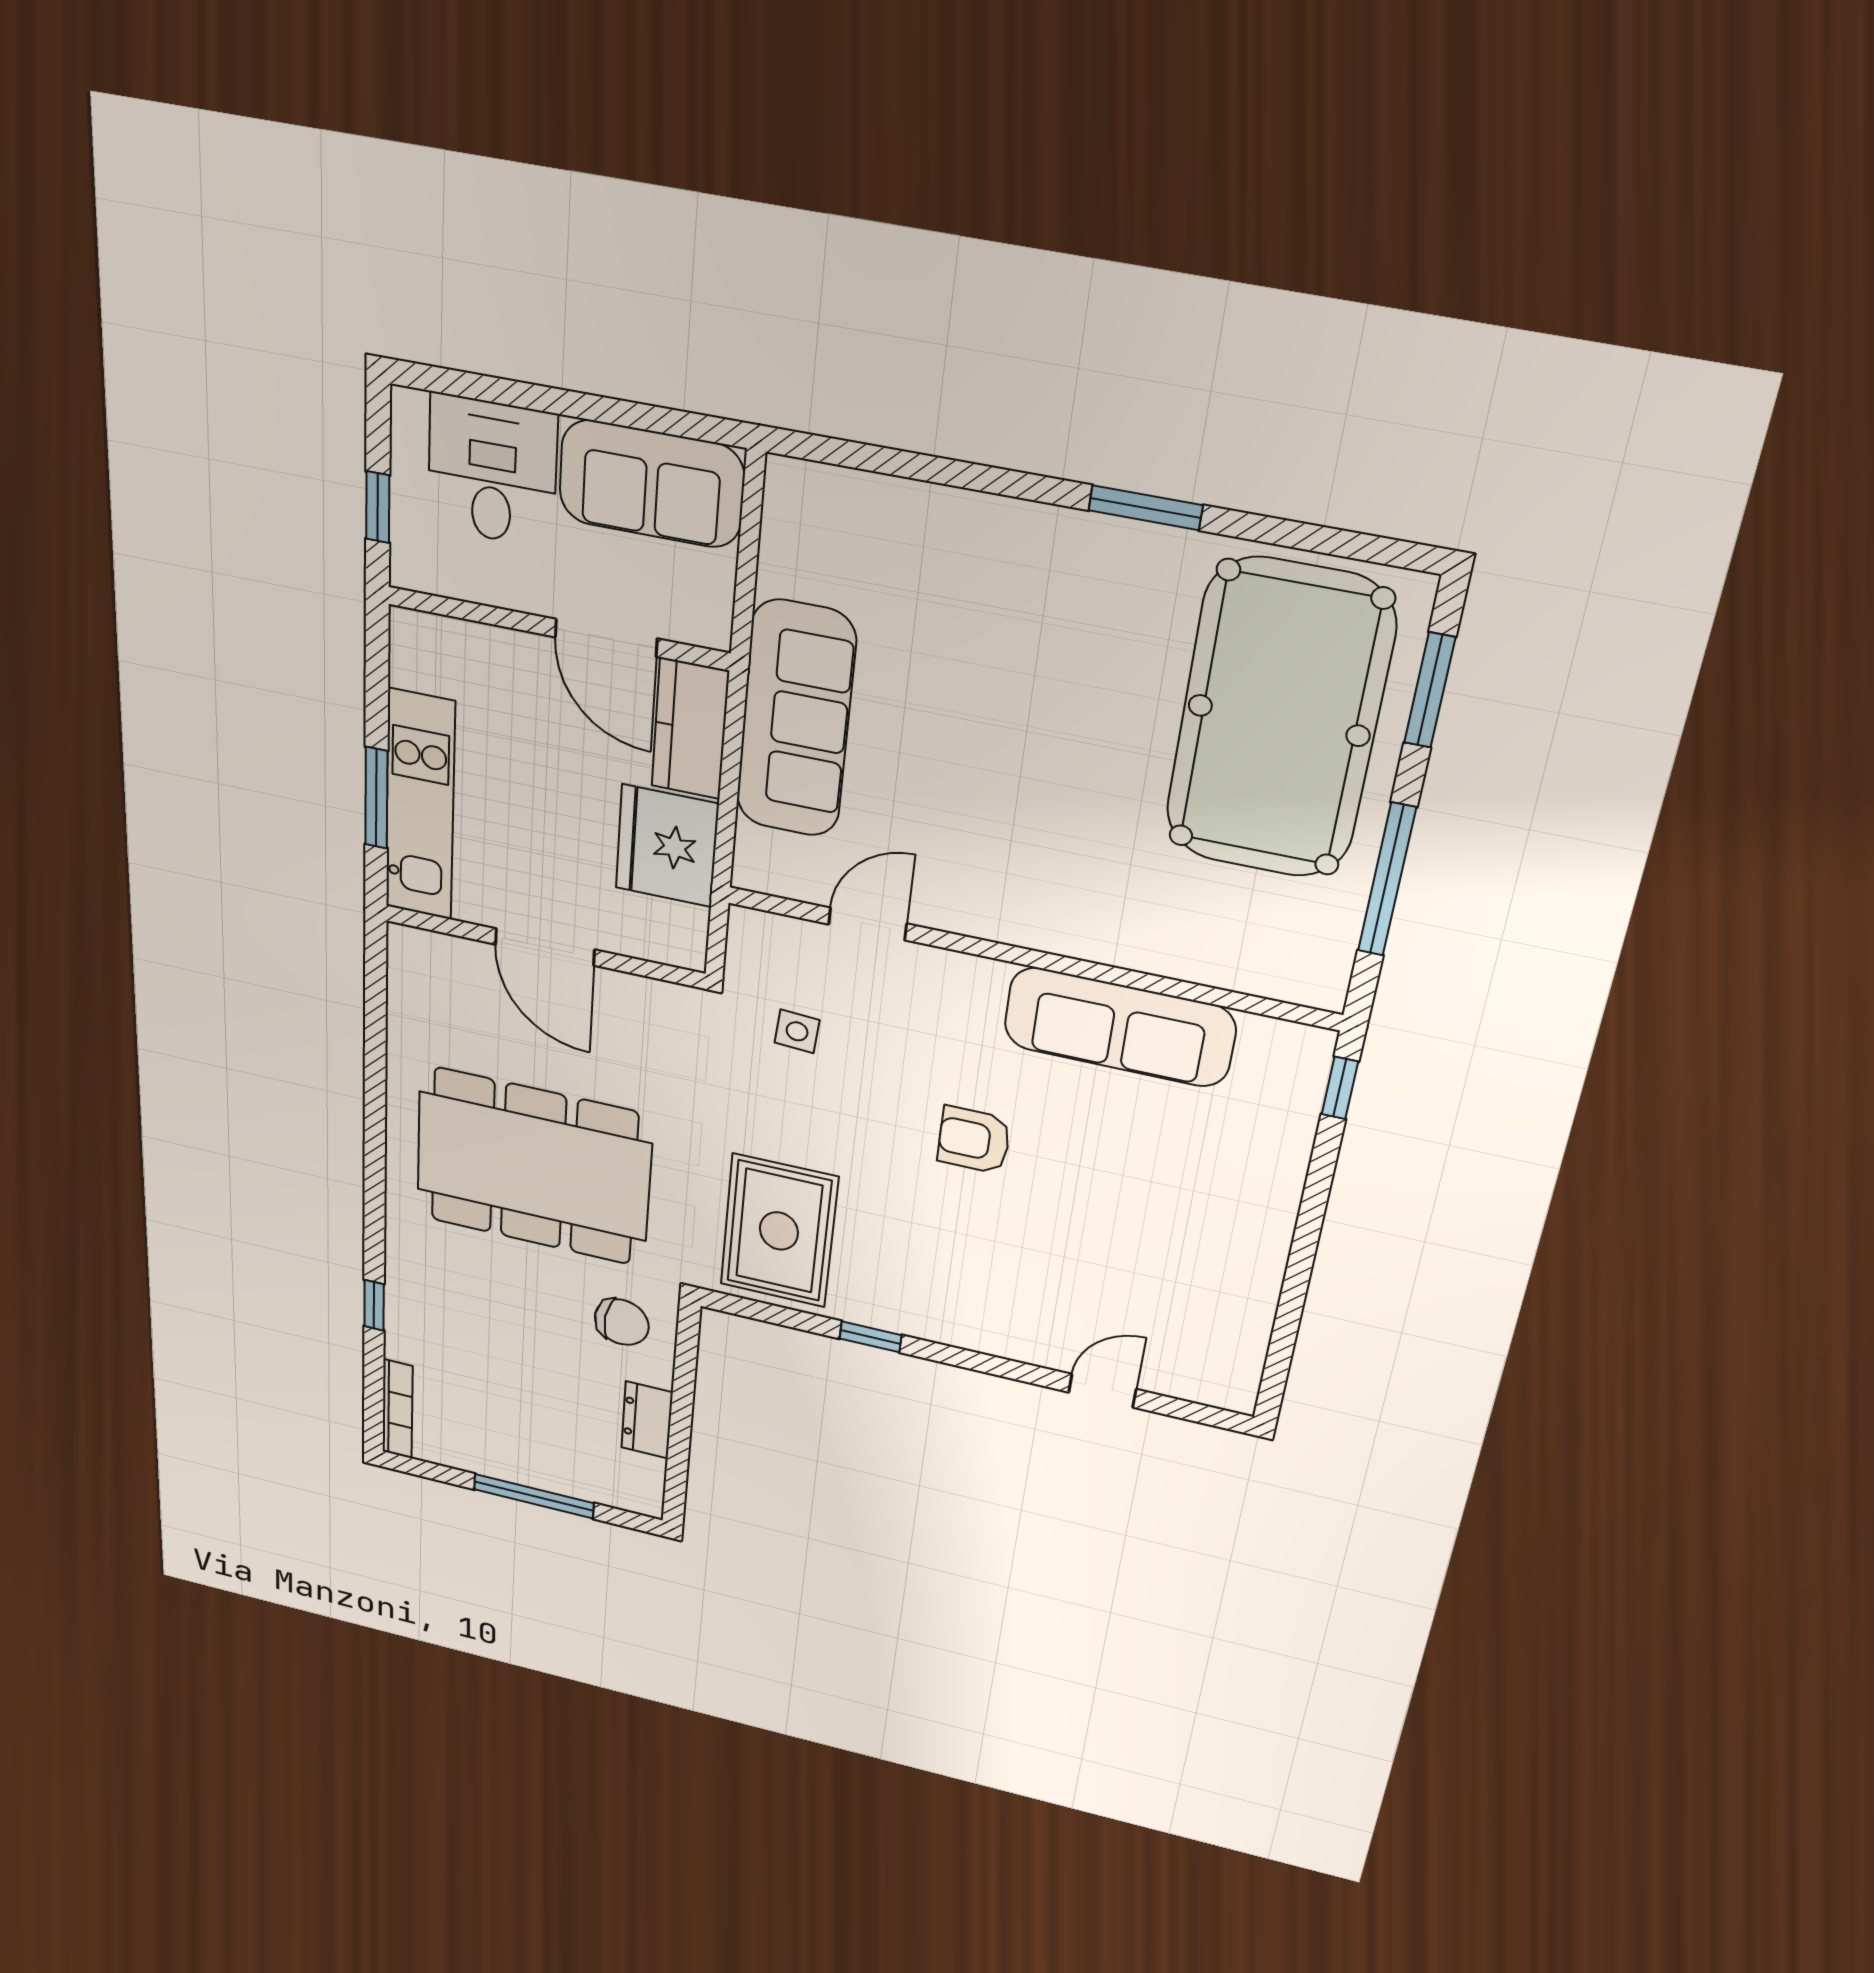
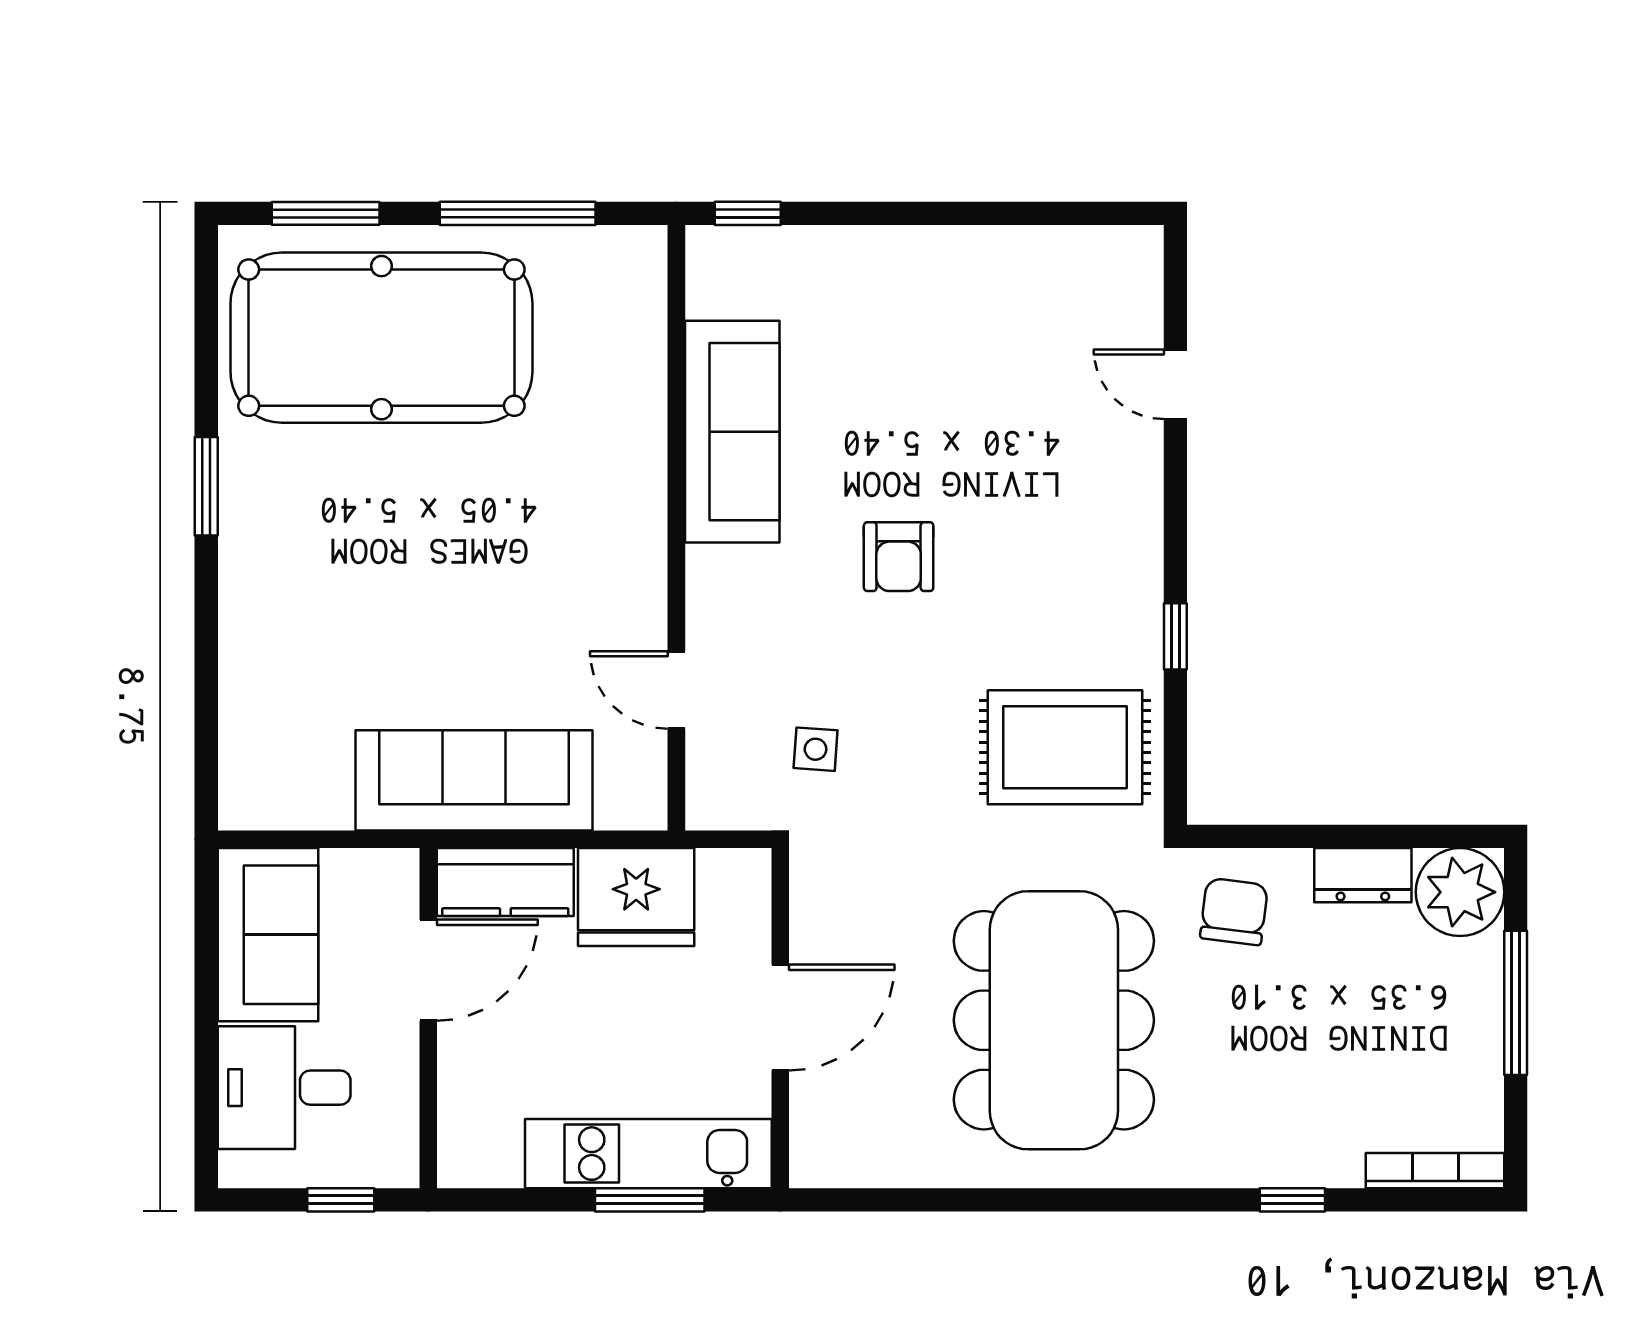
plant: (628, 1482) -> (1460, 892), added

